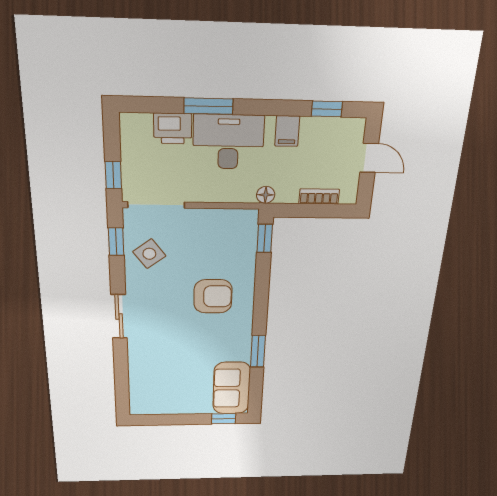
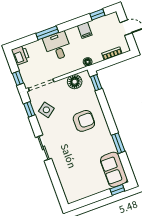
printer: (173, 129) -> (21, 55), moved, turned -90
desk: (228, 142) -> (57, 46), width x0.73
floor lamp: (225, 222) -> (75, 82), added

